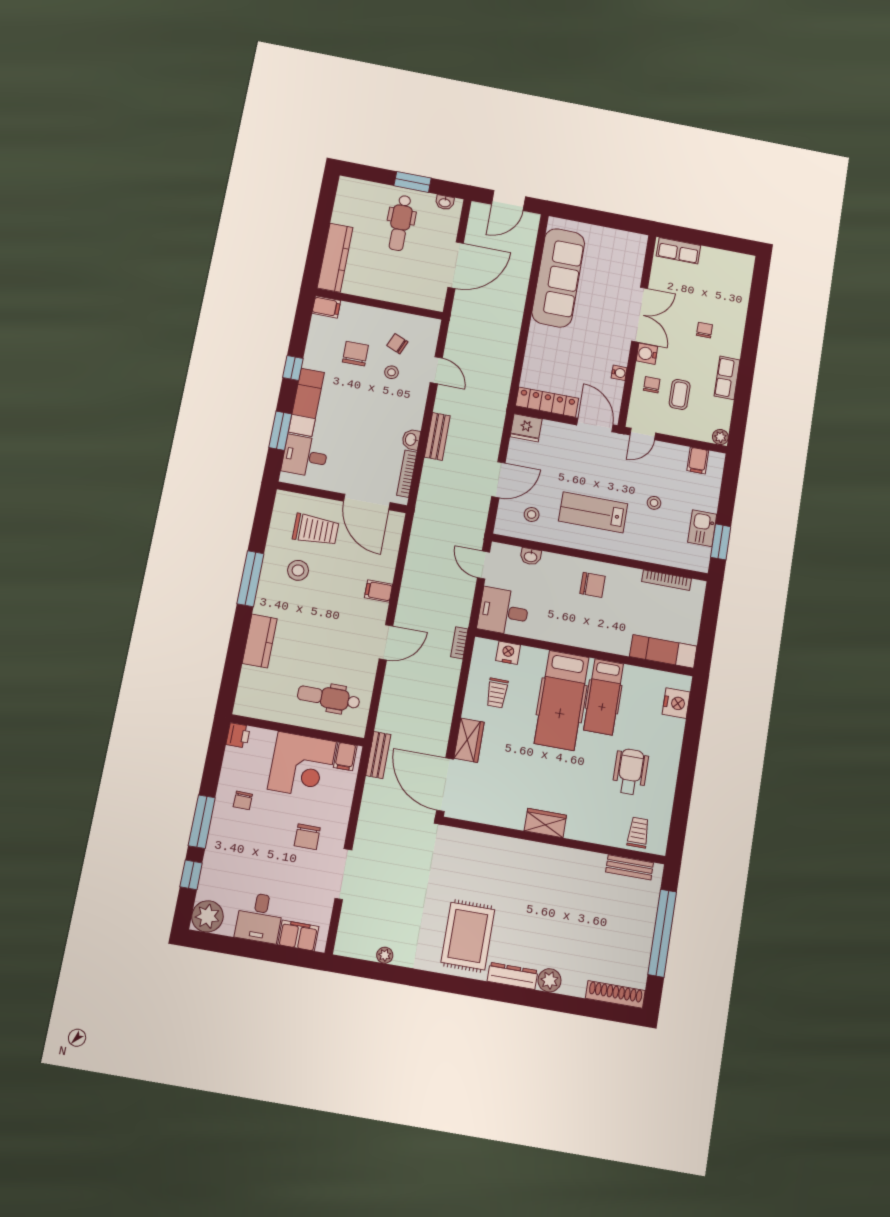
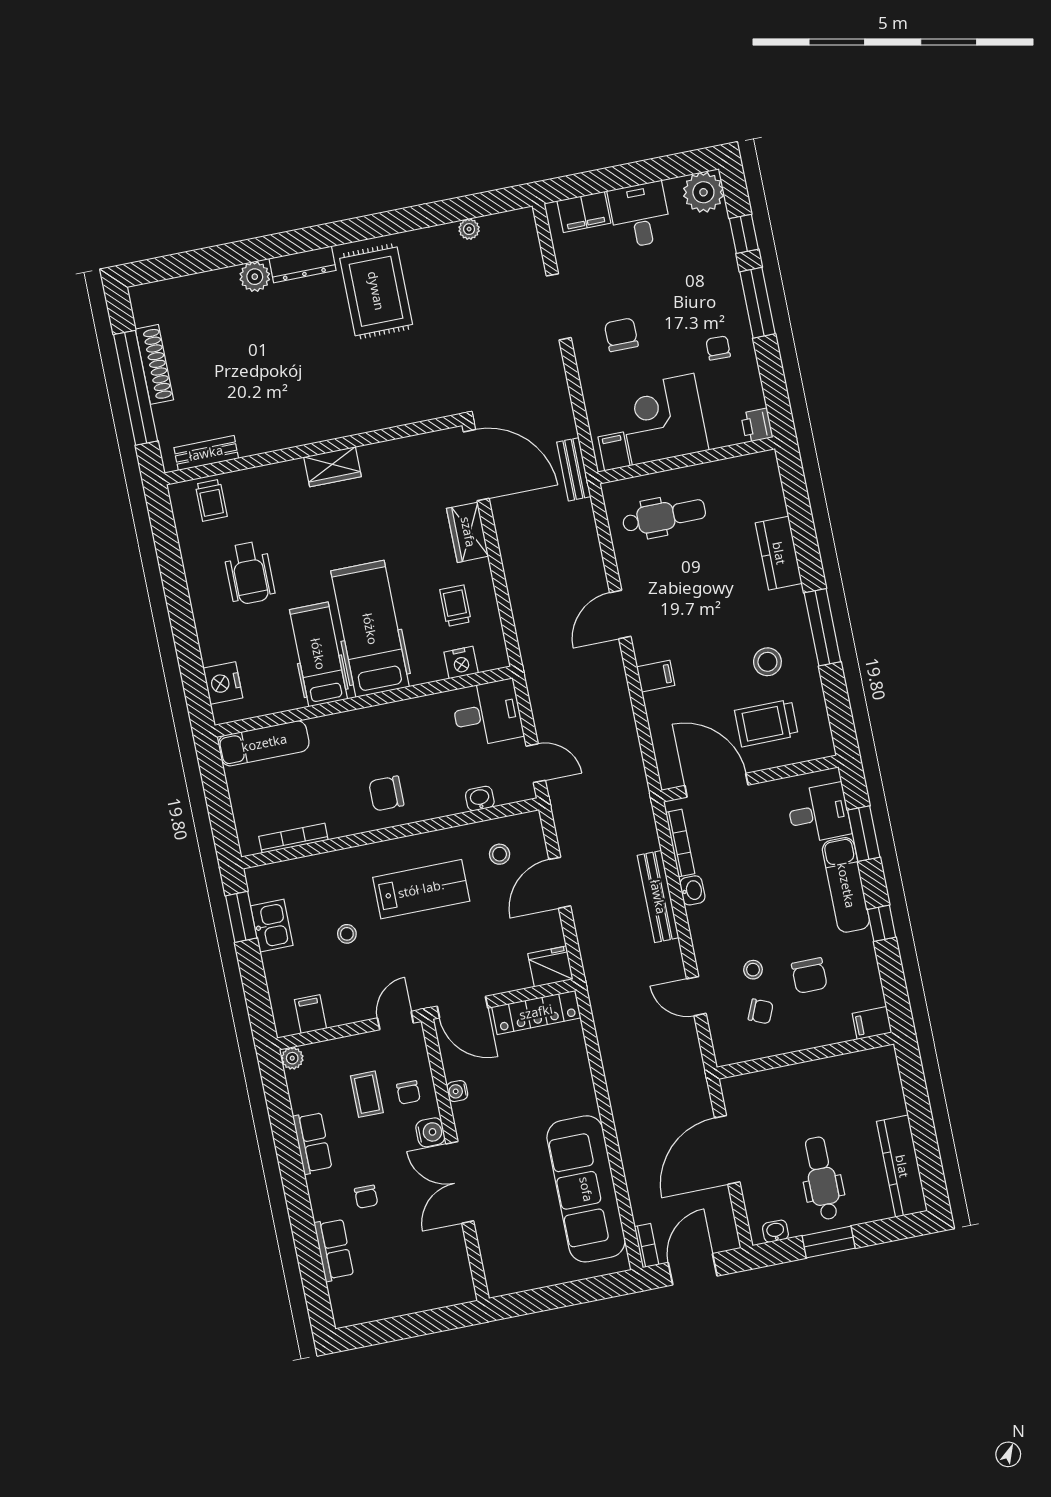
row of seats: (678, 251) -> (334, 1250), moved, turned 90
kitchen counter: (335, 258) -> (902, 1166), moved
bench: (437, 436) -> (658, 897), width x1.36
bookcase: (459, 643) -> (646, 1246), moved
shoe rack: (615, 994) -> (154, 364), moved, turned -90

